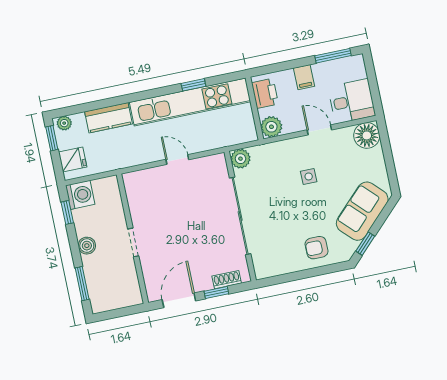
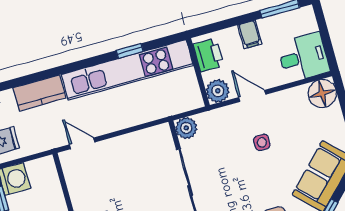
door: (319, 130) -> (252, 96), moved
door: (177, 160) -> (82, 143), moved

